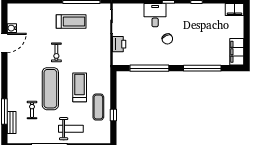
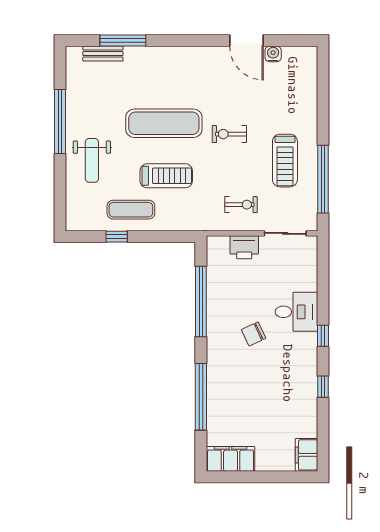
exercise bike: (32, 110) -> (241, 205), moved

